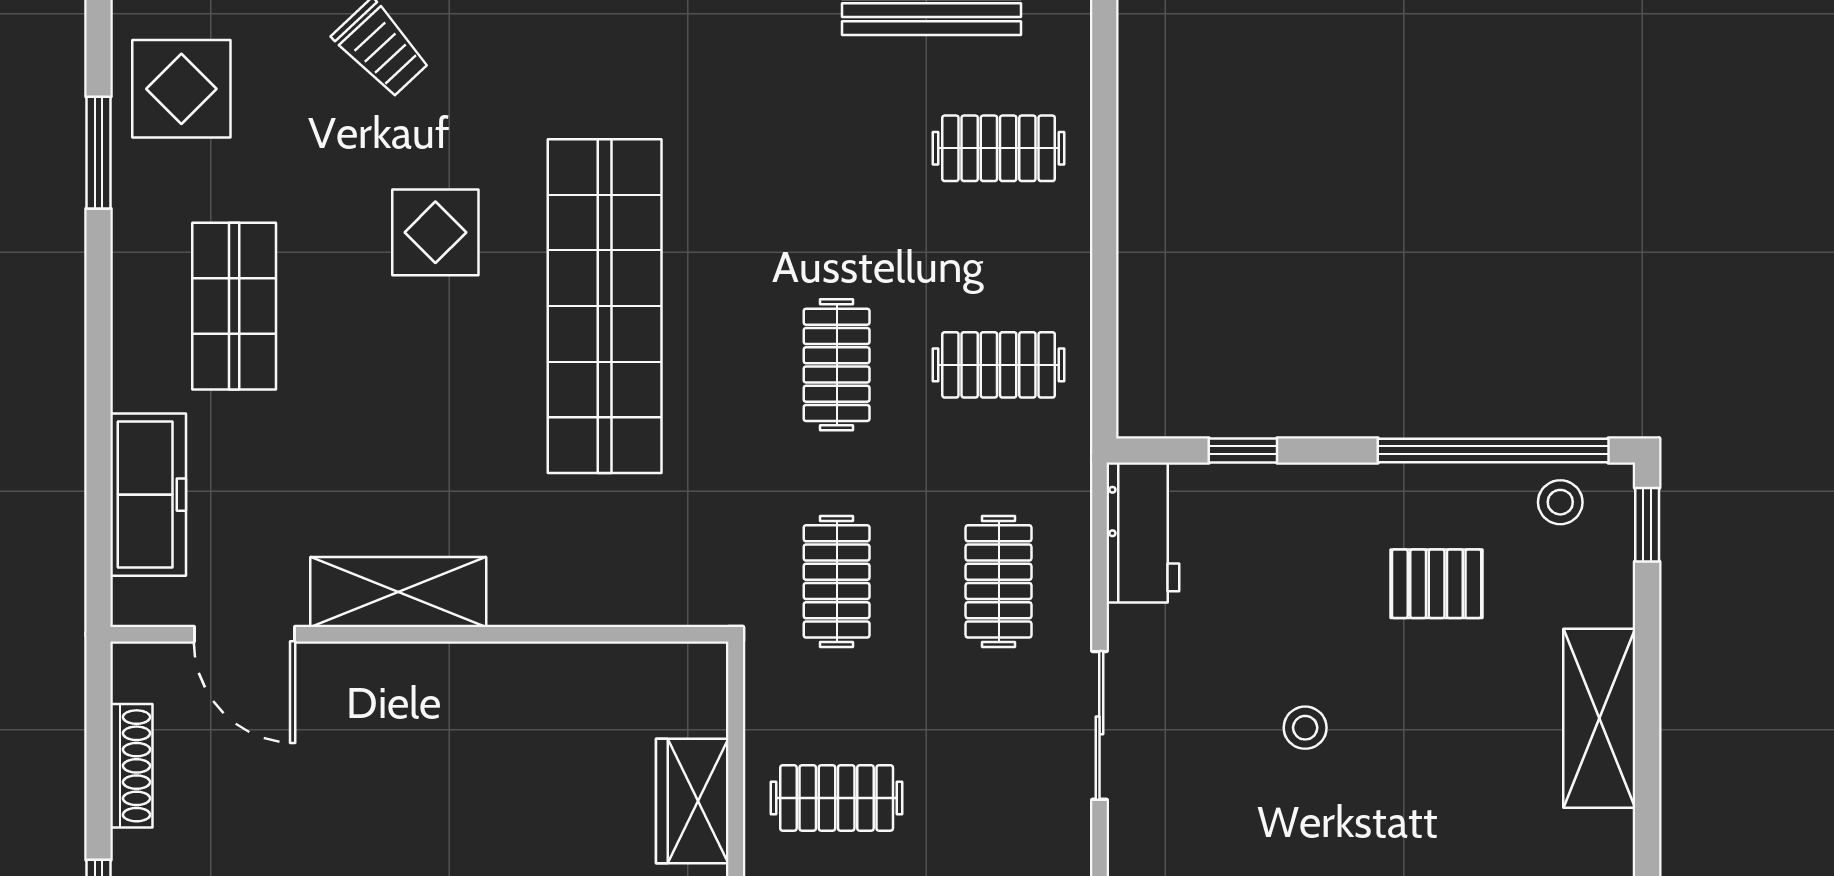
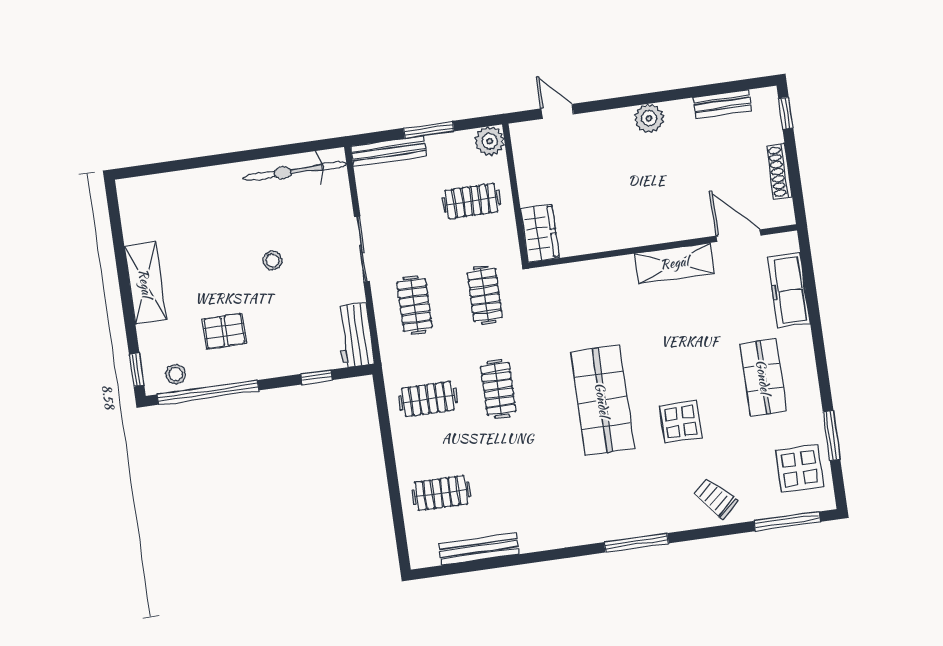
shop shelf: (605, 306) -> (602, 400), width x0.71
wardrobe: (692, 801) -> (540, 233), moved

